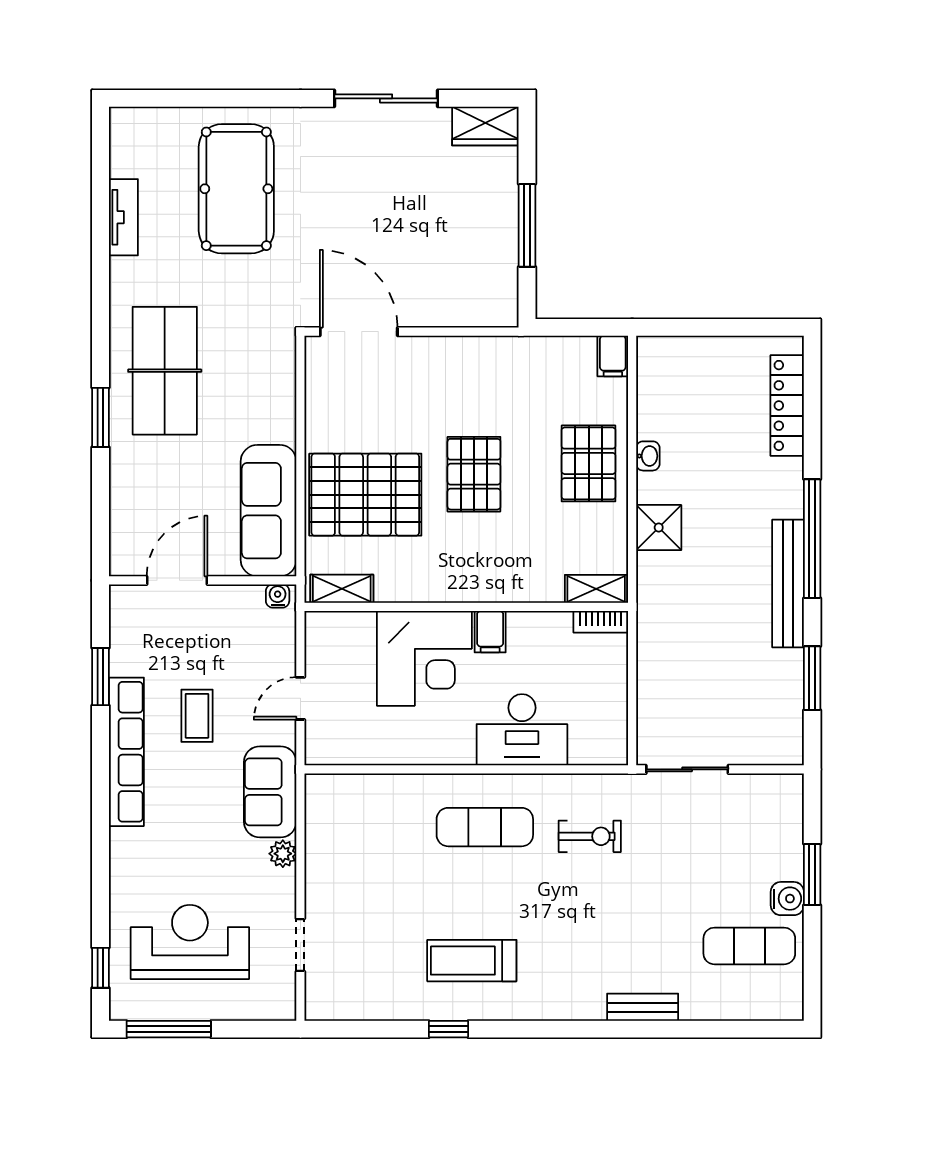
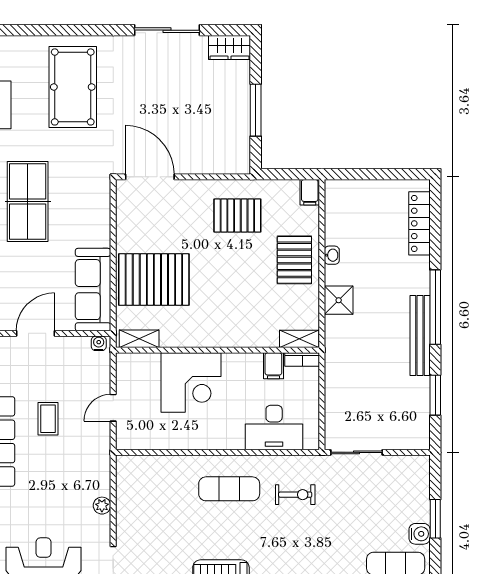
pallet: (474, 474) -> (237, 216), moved, turned 90
filing cabinet: (490, 632) -> (273, 366), moved
desk: (522, 730) -> (274, 428), moved
sofa: (270, 792) -> (94, 467), removed

